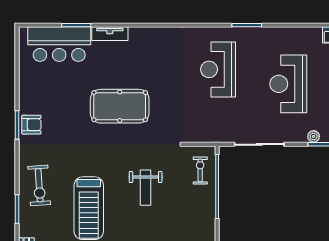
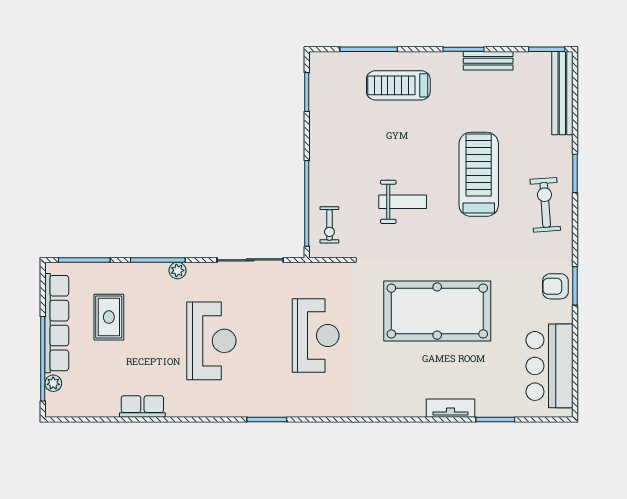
bar counter: (59, 44) -> (549, 366), moved, turned -90
reception desk: (218, 69) -> (316, 336), moved
pool table: (120, 106) -> (437, 311), width x1.36, depth x1.32
weight bench: (146, 188) -> (403, 202), turned 90

